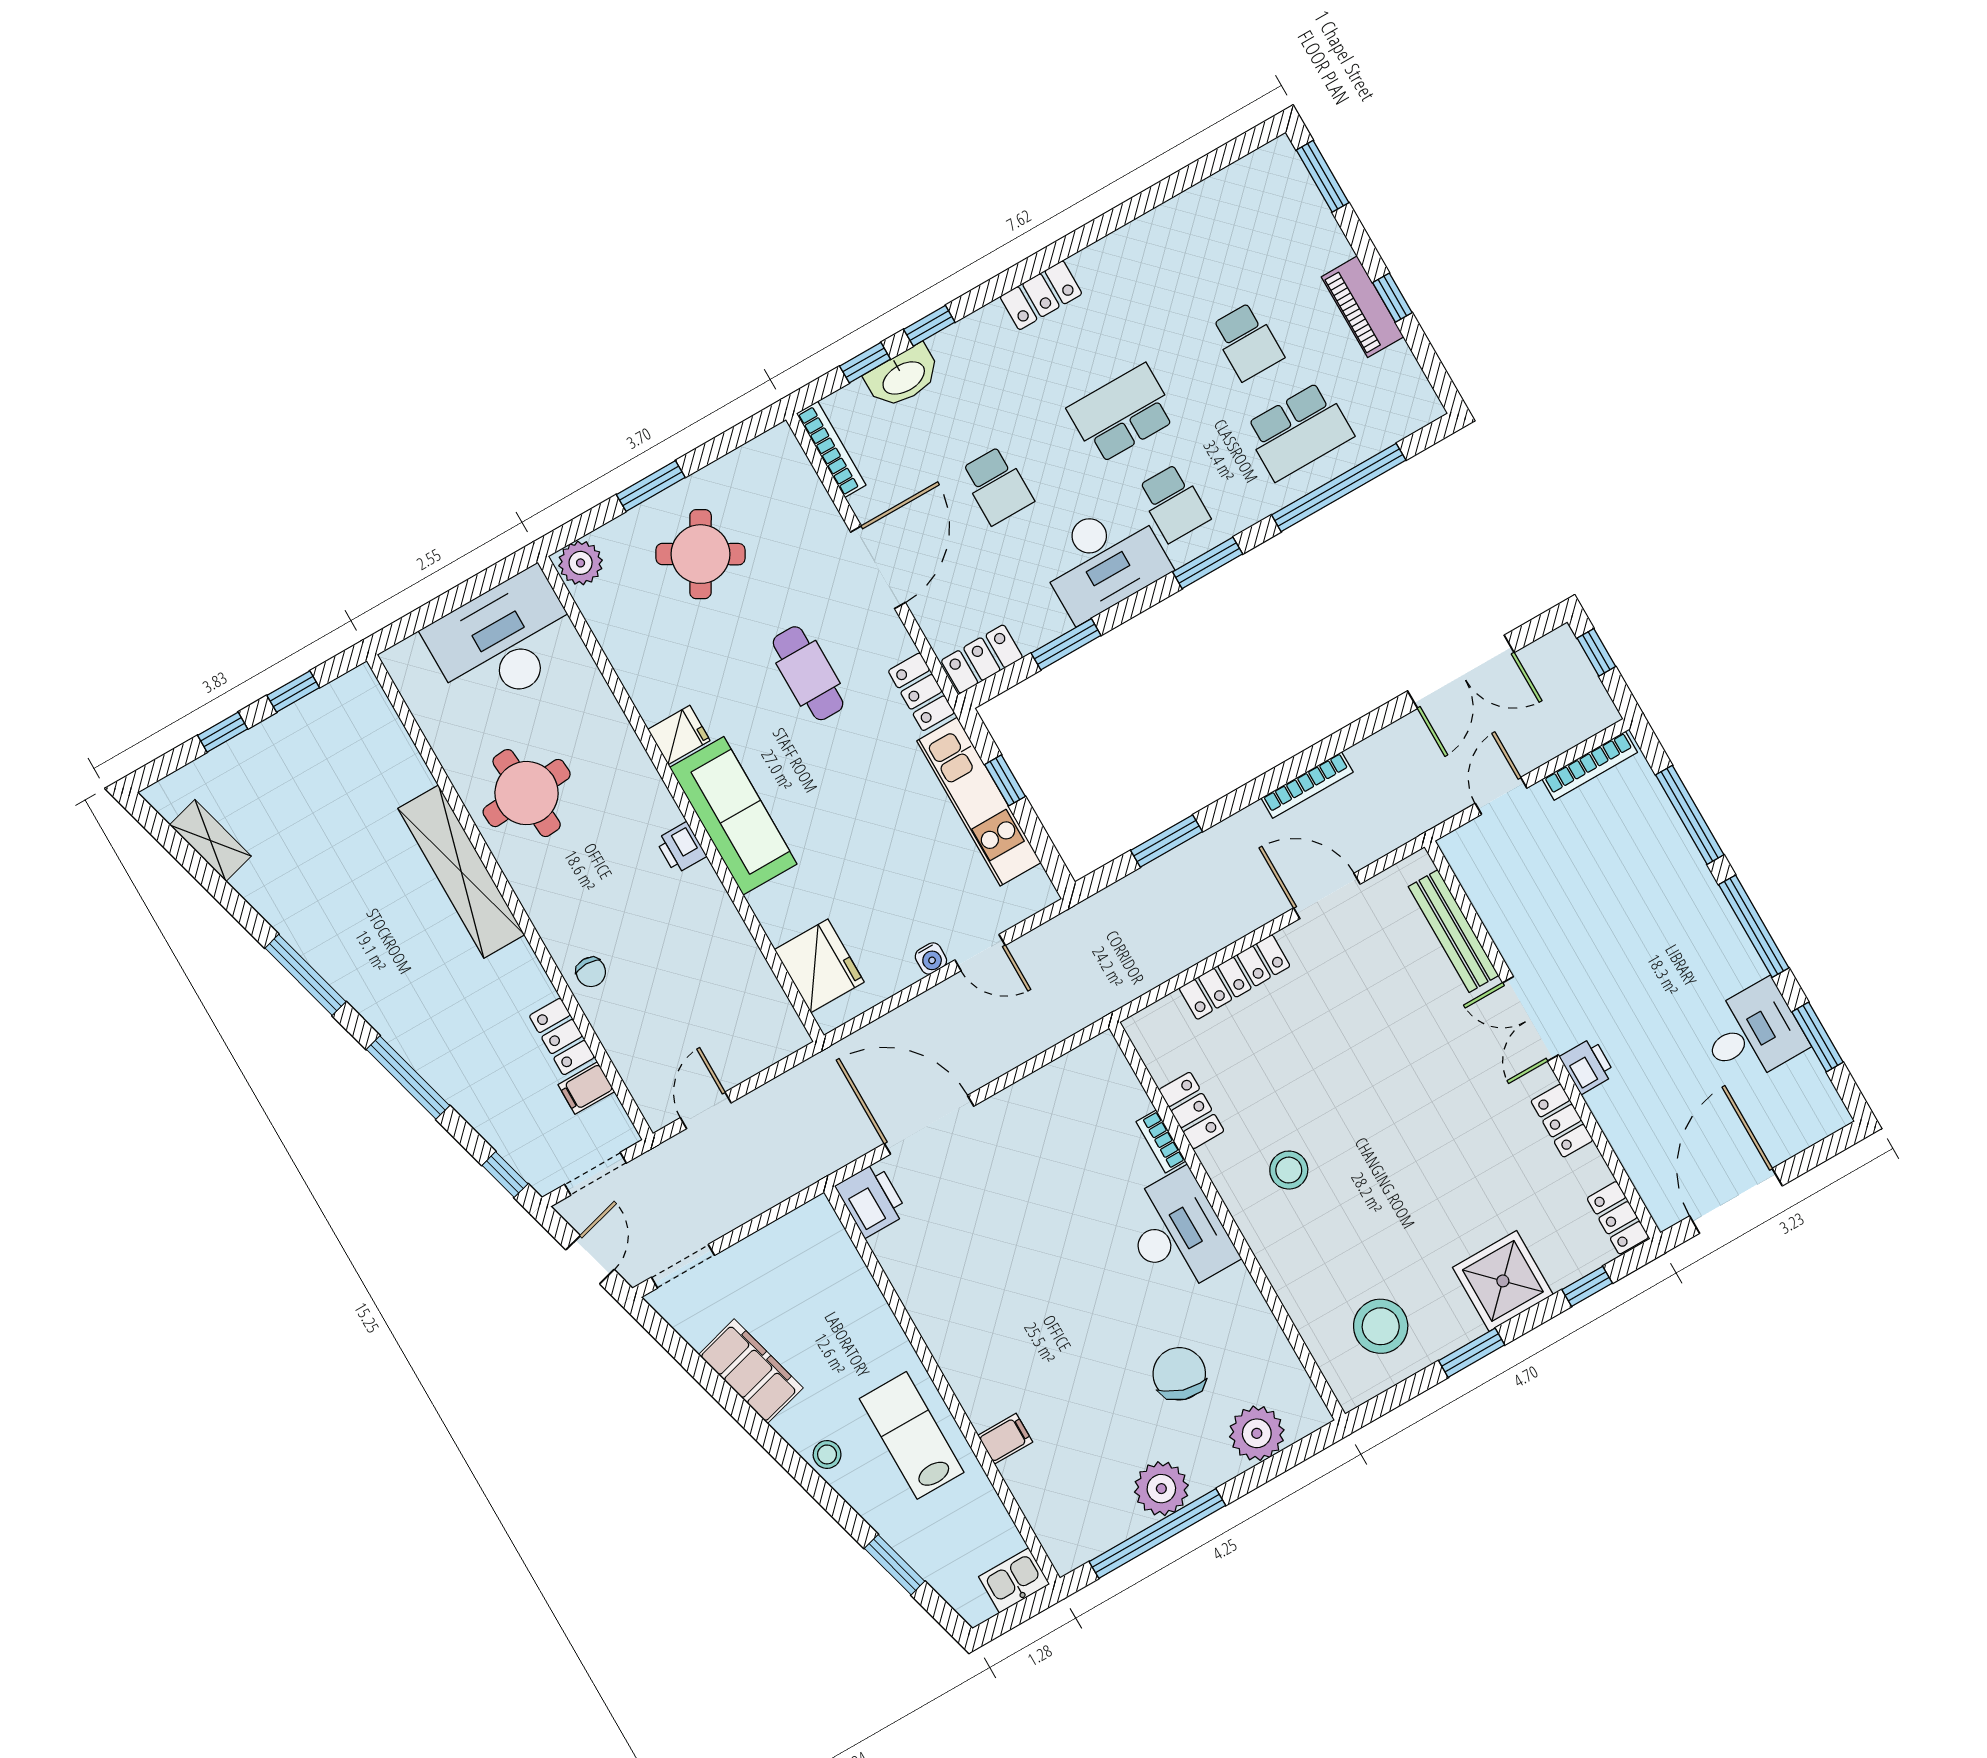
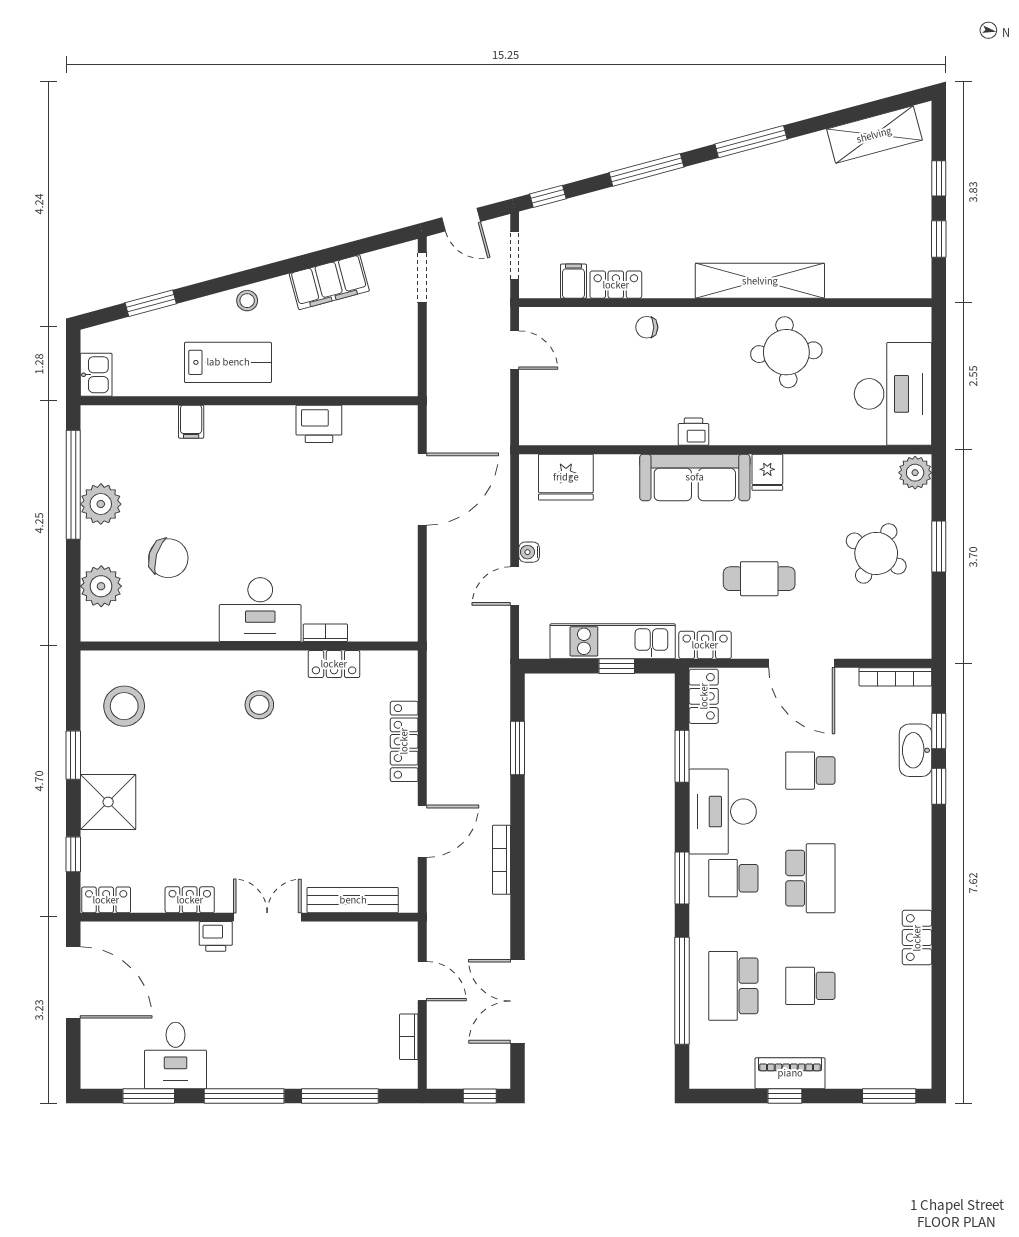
locker: (1041, 295) -> (917, 938), moved
bookcase: (1590, 766) -> (409, 1037), width x0.64
shelving: (210, 840) -> (874, 135), width x1.50, depth x1.33
printer: (871, 1200) -> (319, 424), moved

